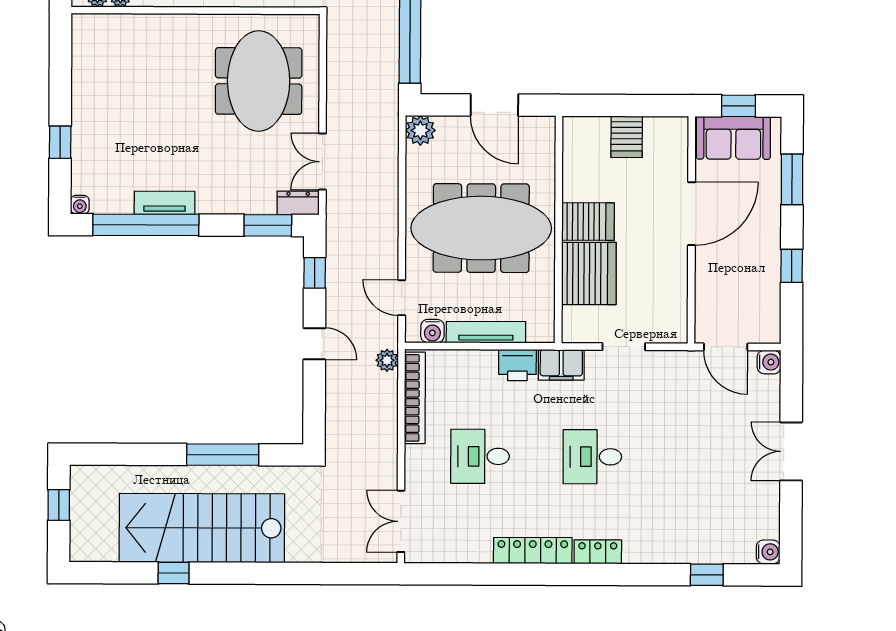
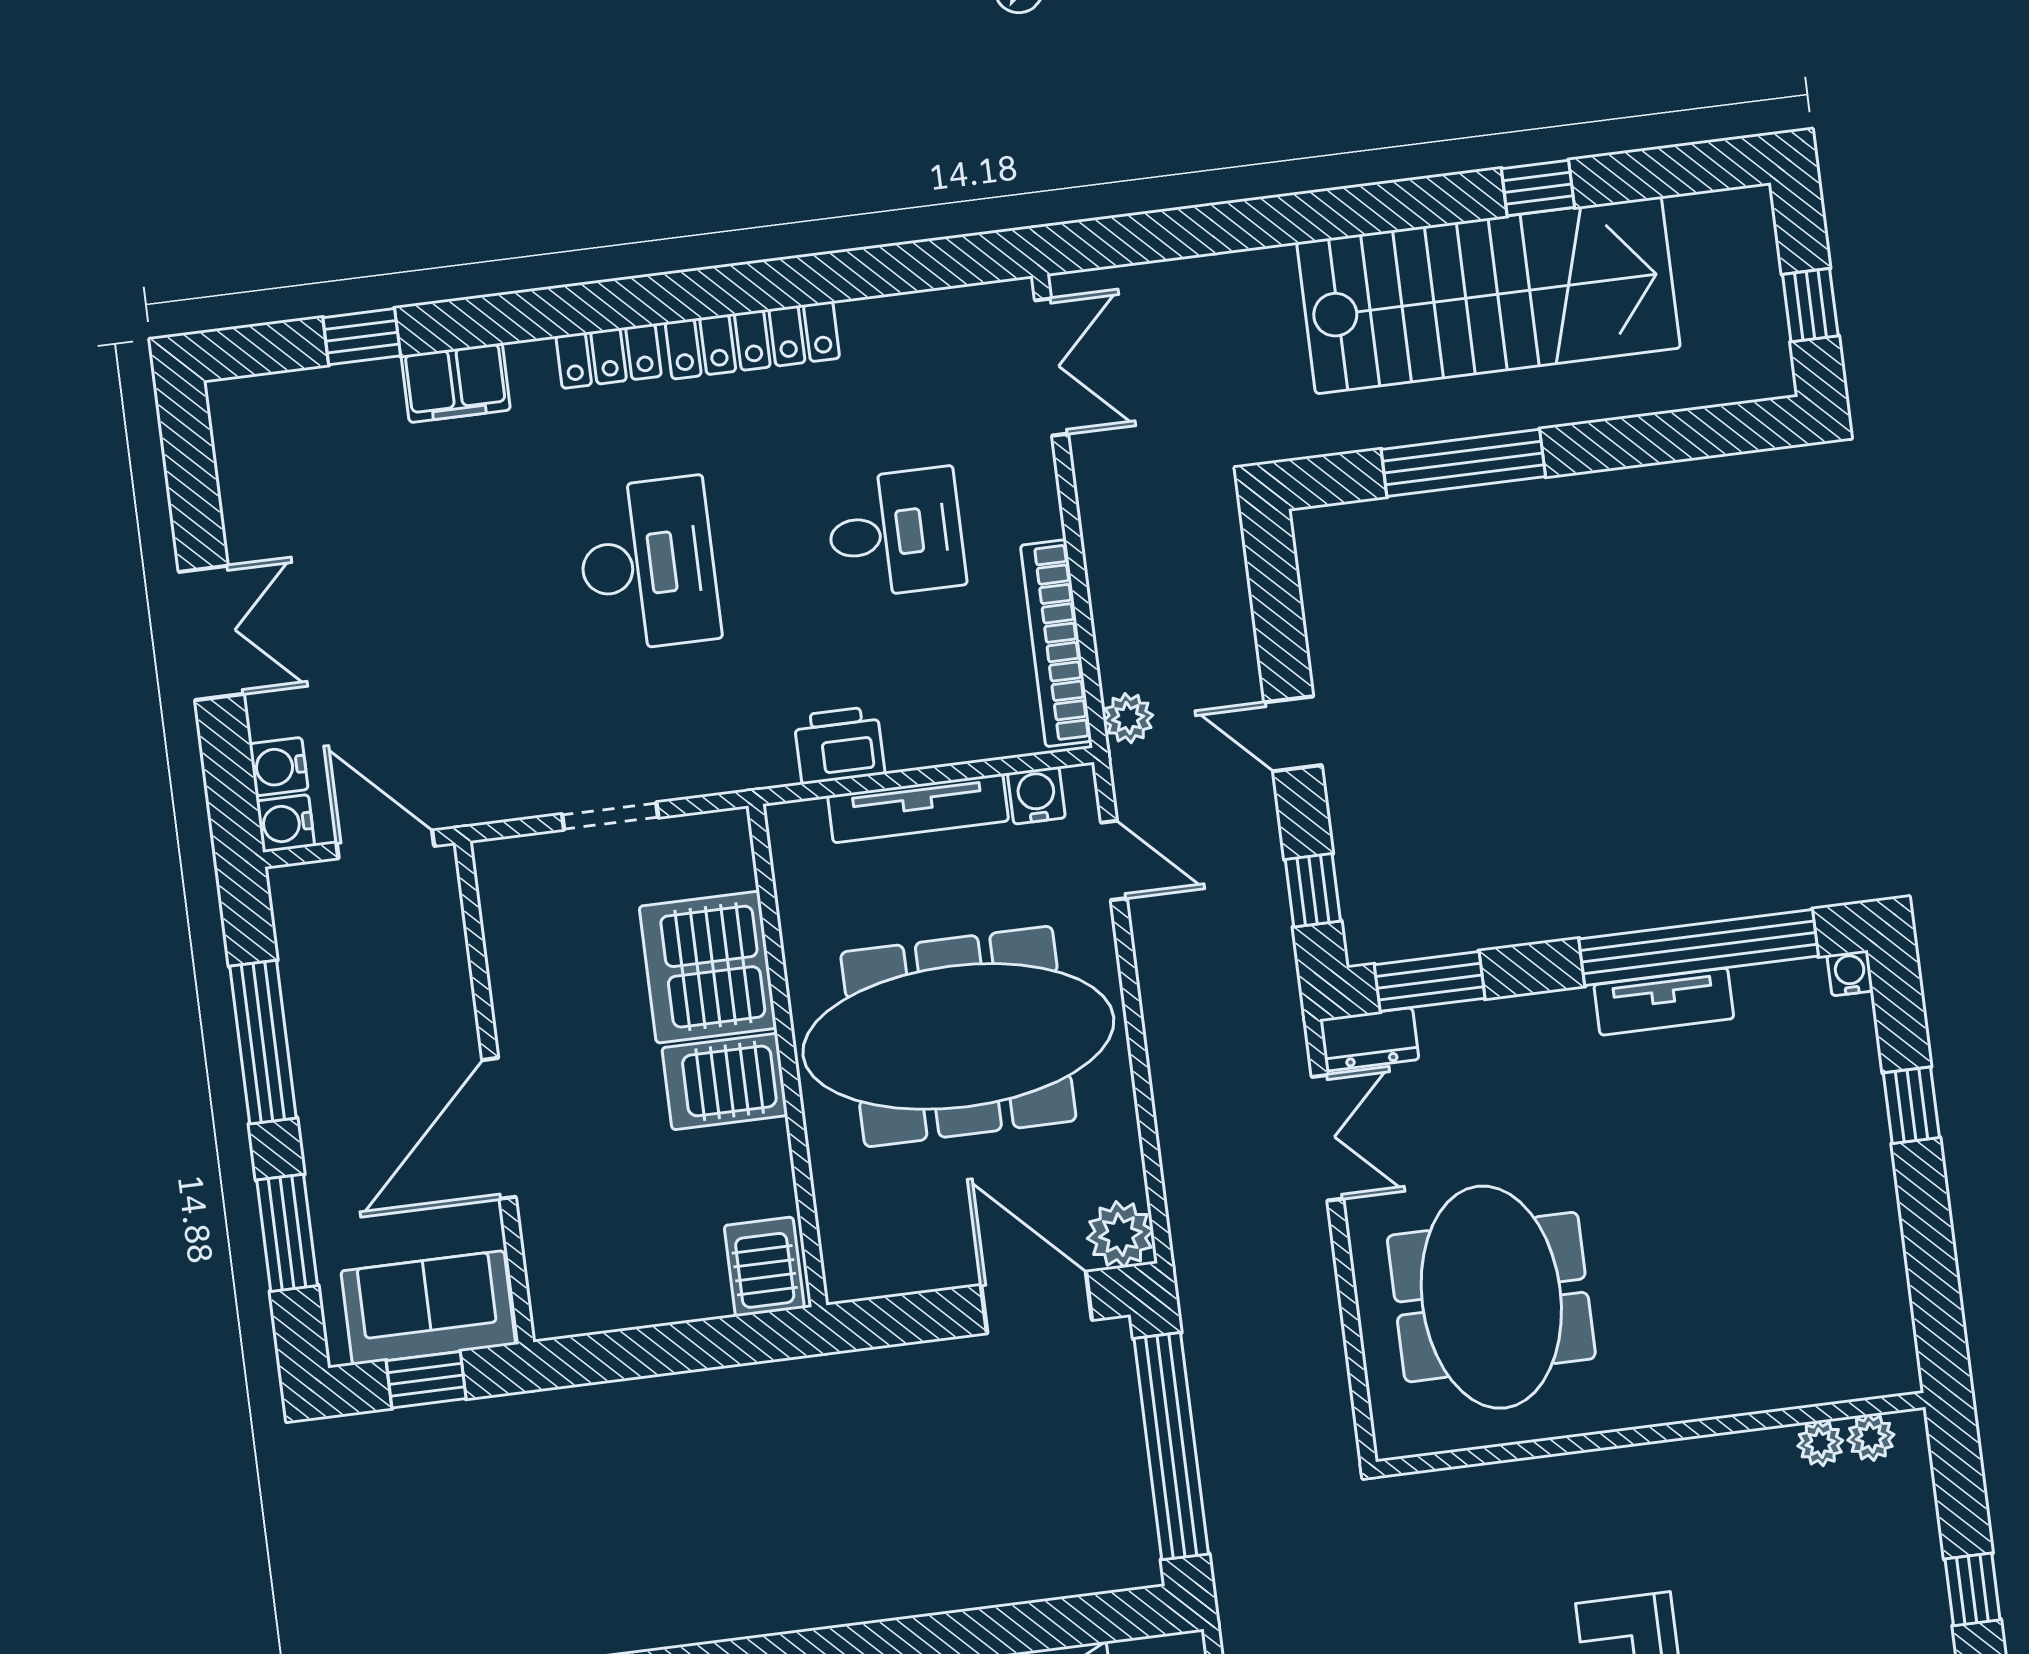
door: (494, 105) -> (1037, 1303), moved
server rack: (627, 137) -> (764, 1267), moved
window: (792, 266) -> (263, 1042), width x2.17
filing cabinet: (561, 365) -> (456, 383), moved, turned 180
desk: (592, 457) -> (648, 564), width x1.37
water cooler: (768, 552) -> (279, 767), moved

